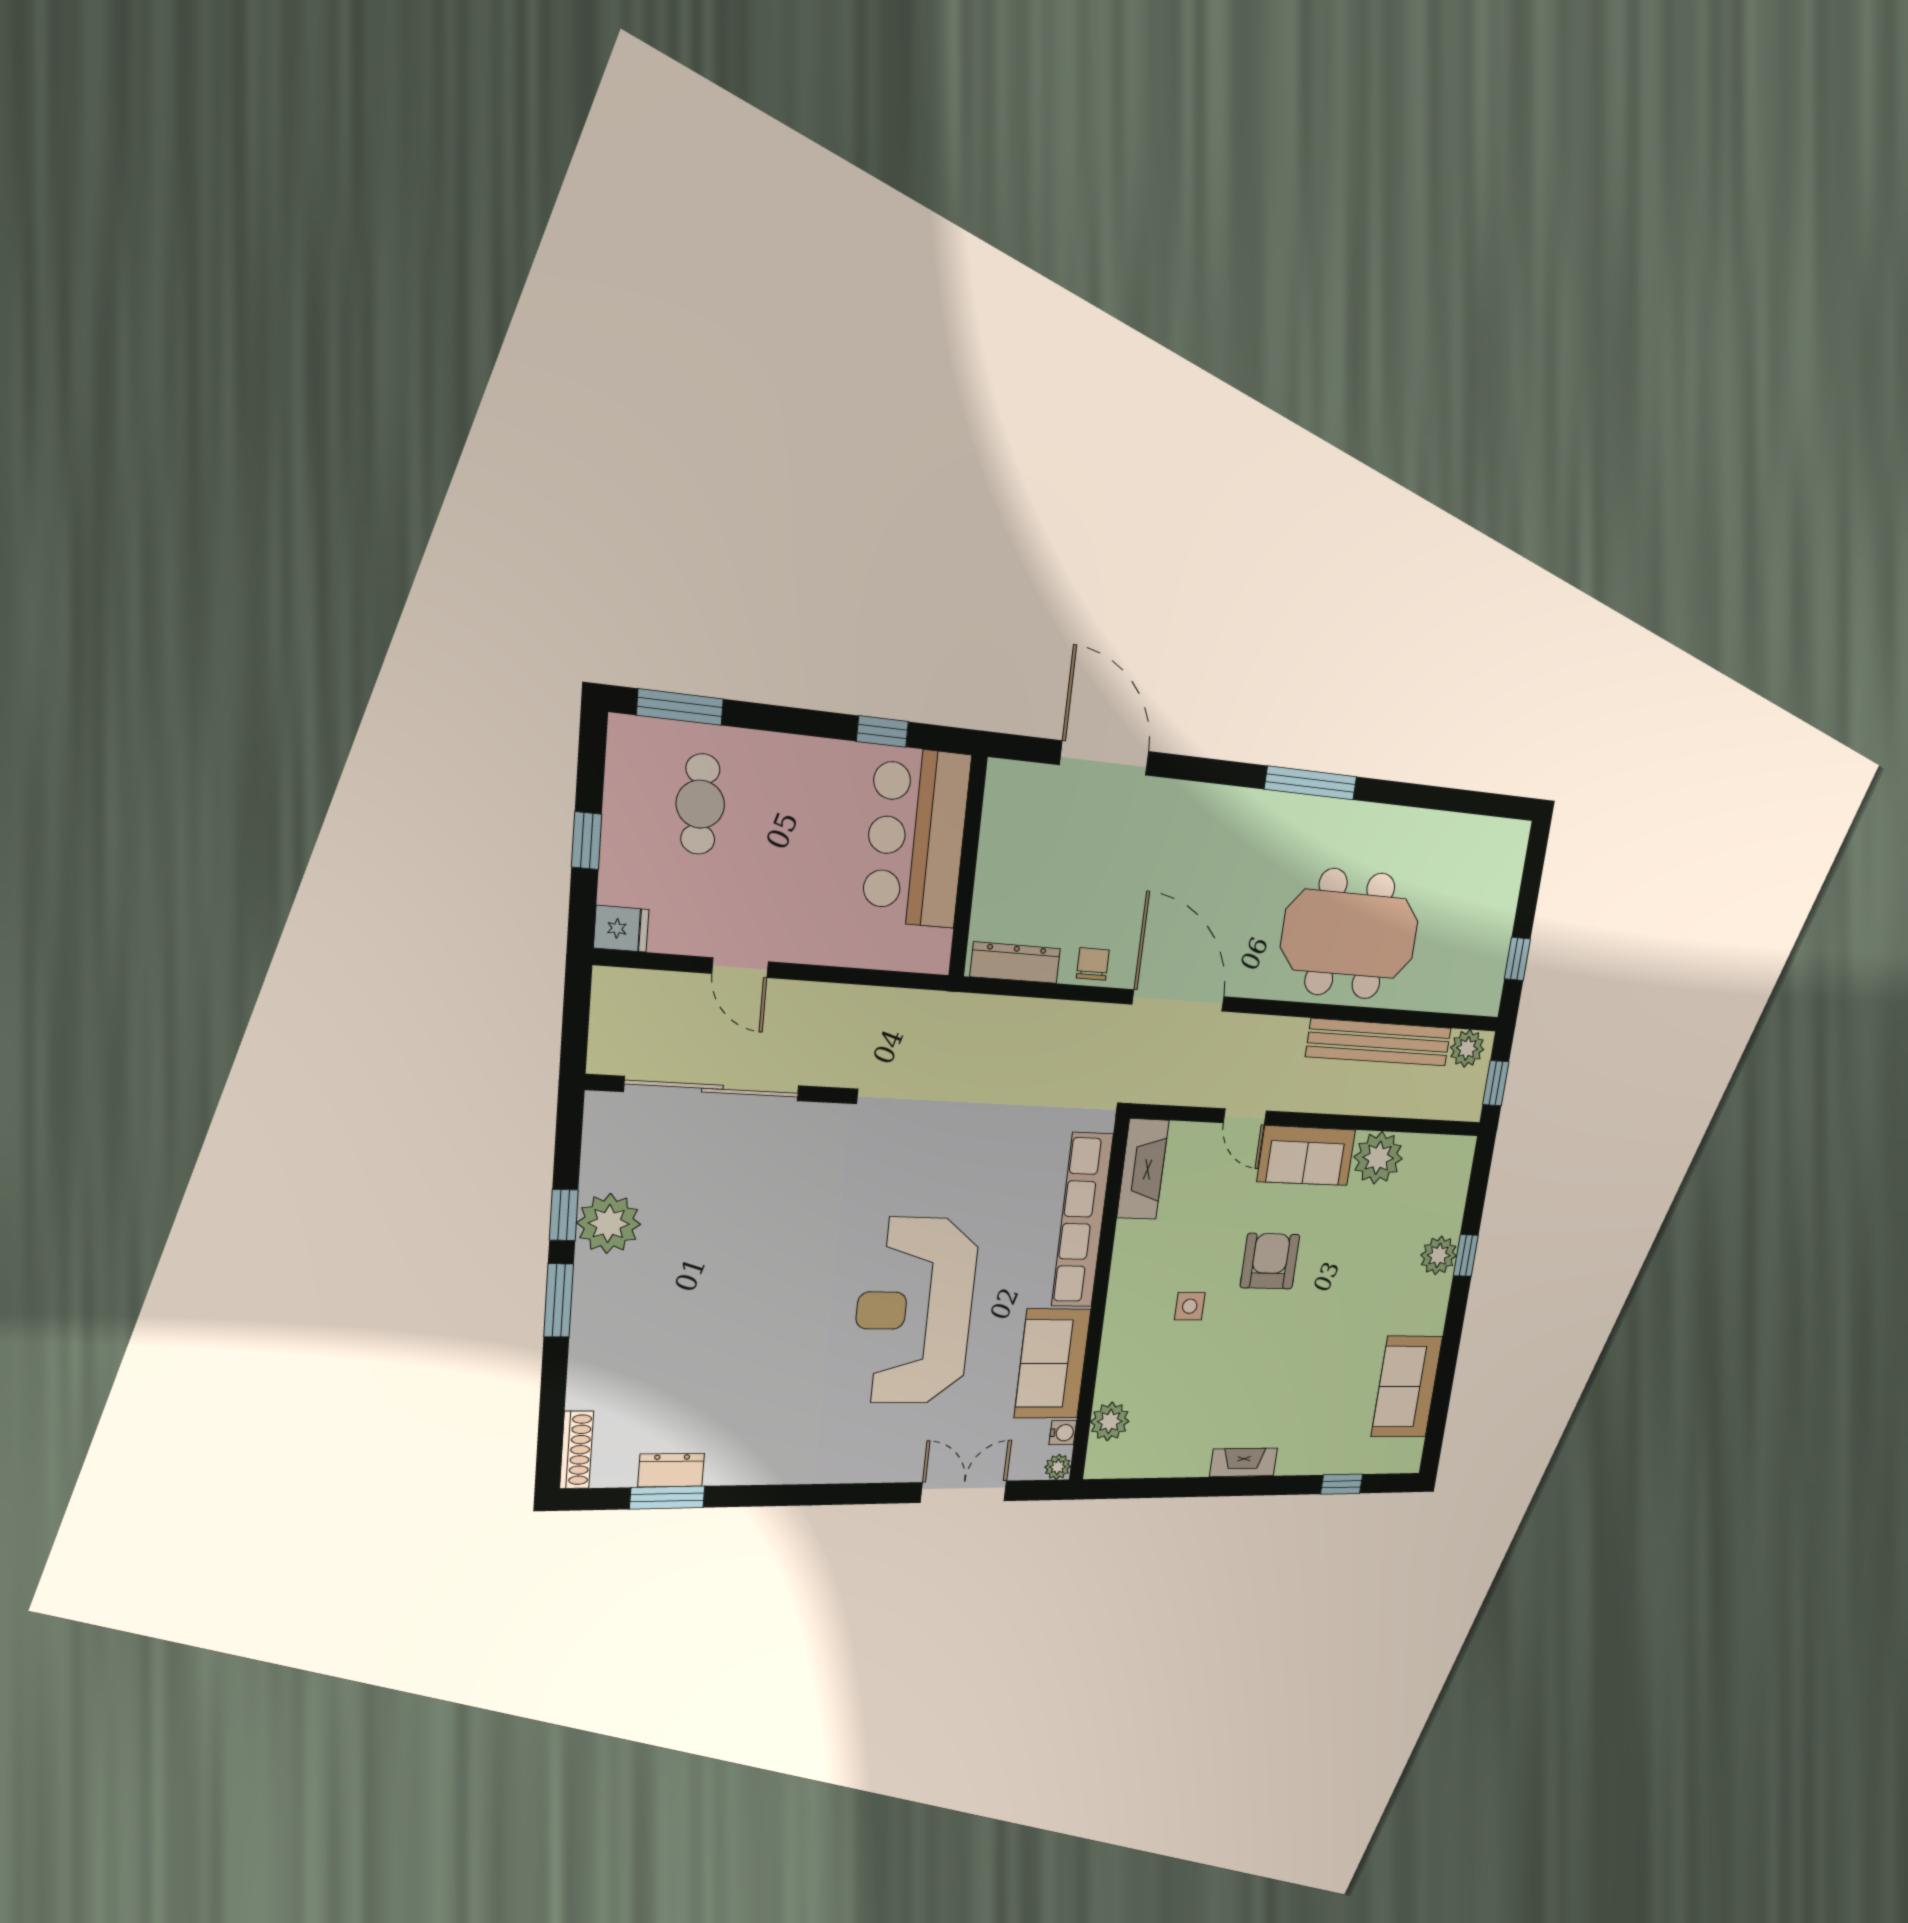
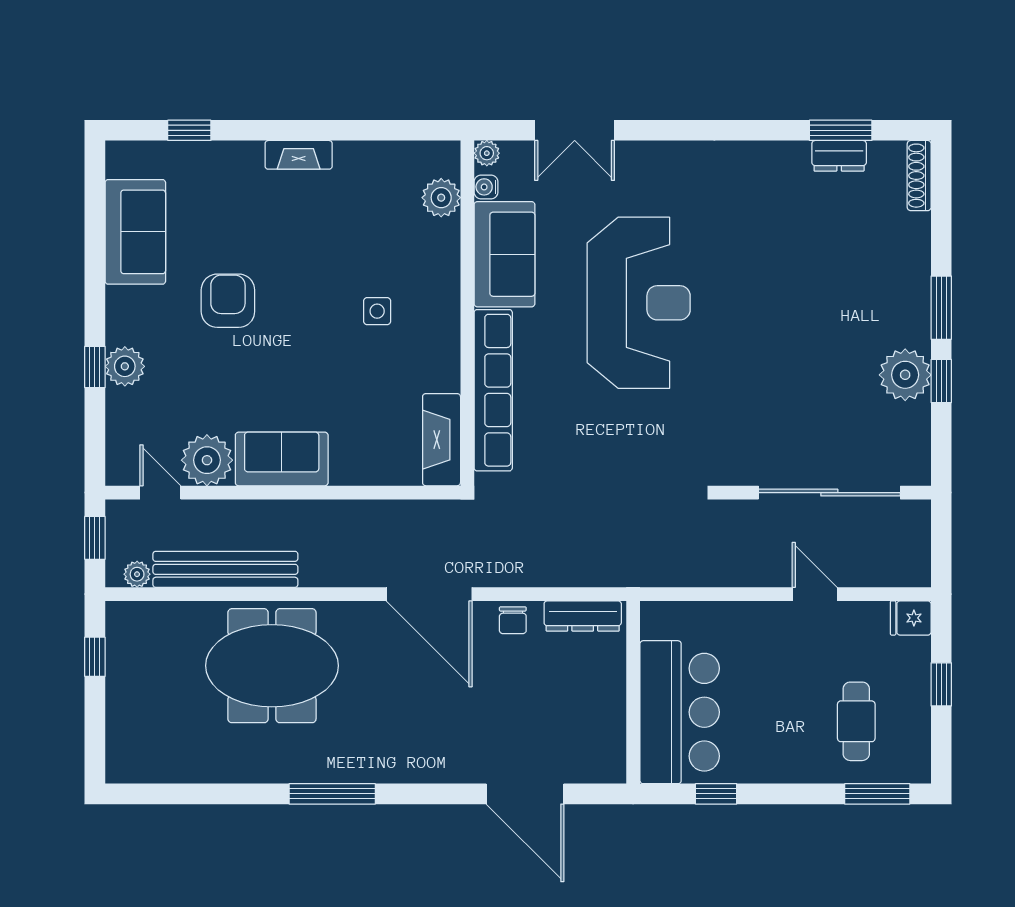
plant: (1467, 1048) -> (137, 574), width x0.73, depth x0.73
door: (1245, 1117) -> (160, 493), moved
armchair: (1270, 1261) -> (228, 301), moved, turned 180

